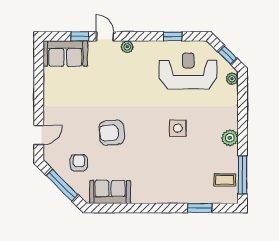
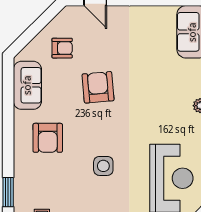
armchair: (154, 175) -> (48, 138), added
window: (62, 185) -> (36, 28), removed

